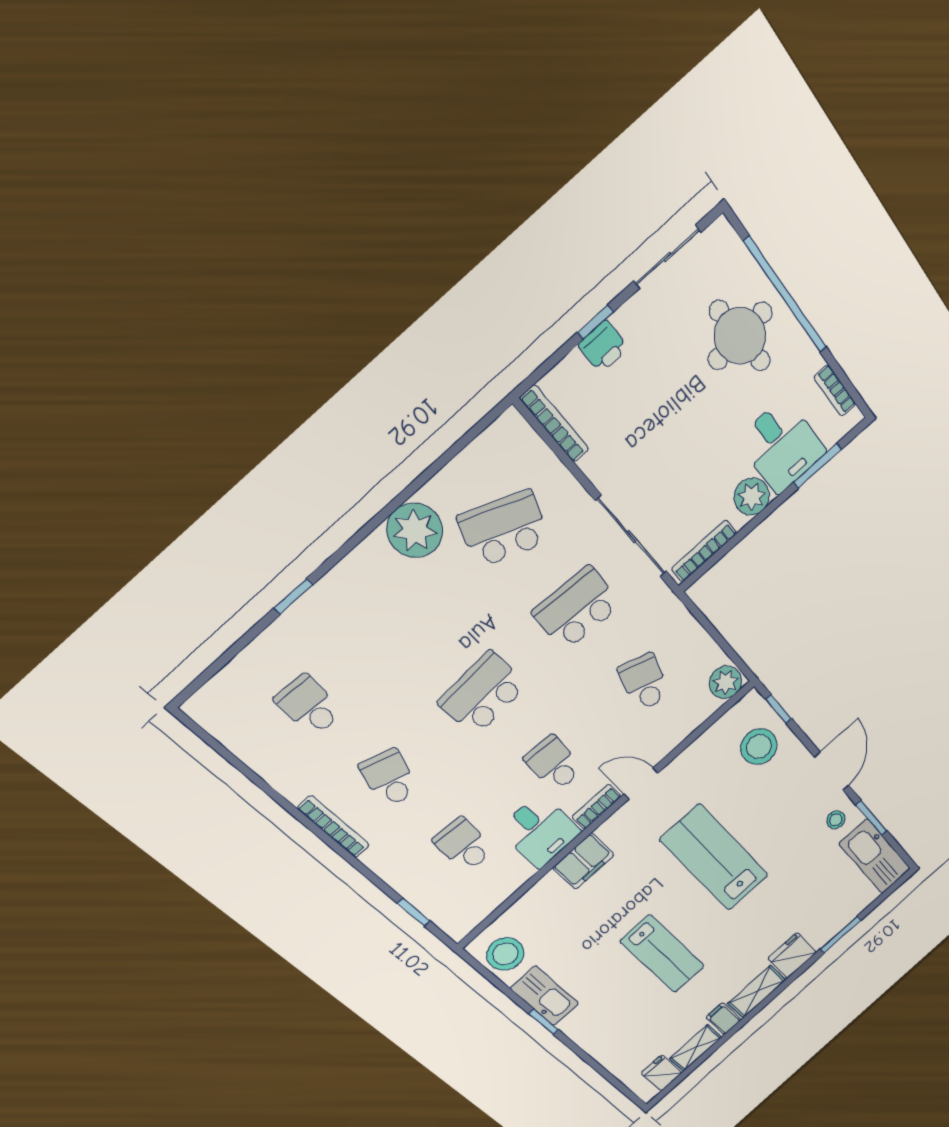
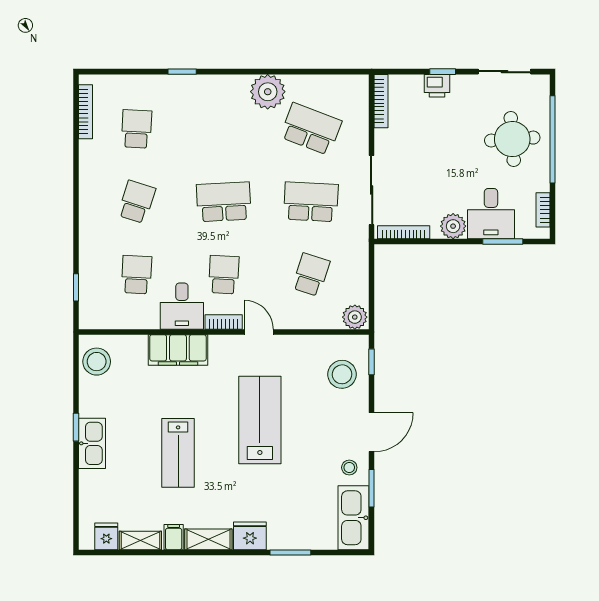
bookcase: (334, 827) -> (86, 112), moved
filing cabinet: (584, 861) -> (178, 350), width x1.50, depth x1.17
kitchen sink: (545, 996) -> (92, 443), moved

